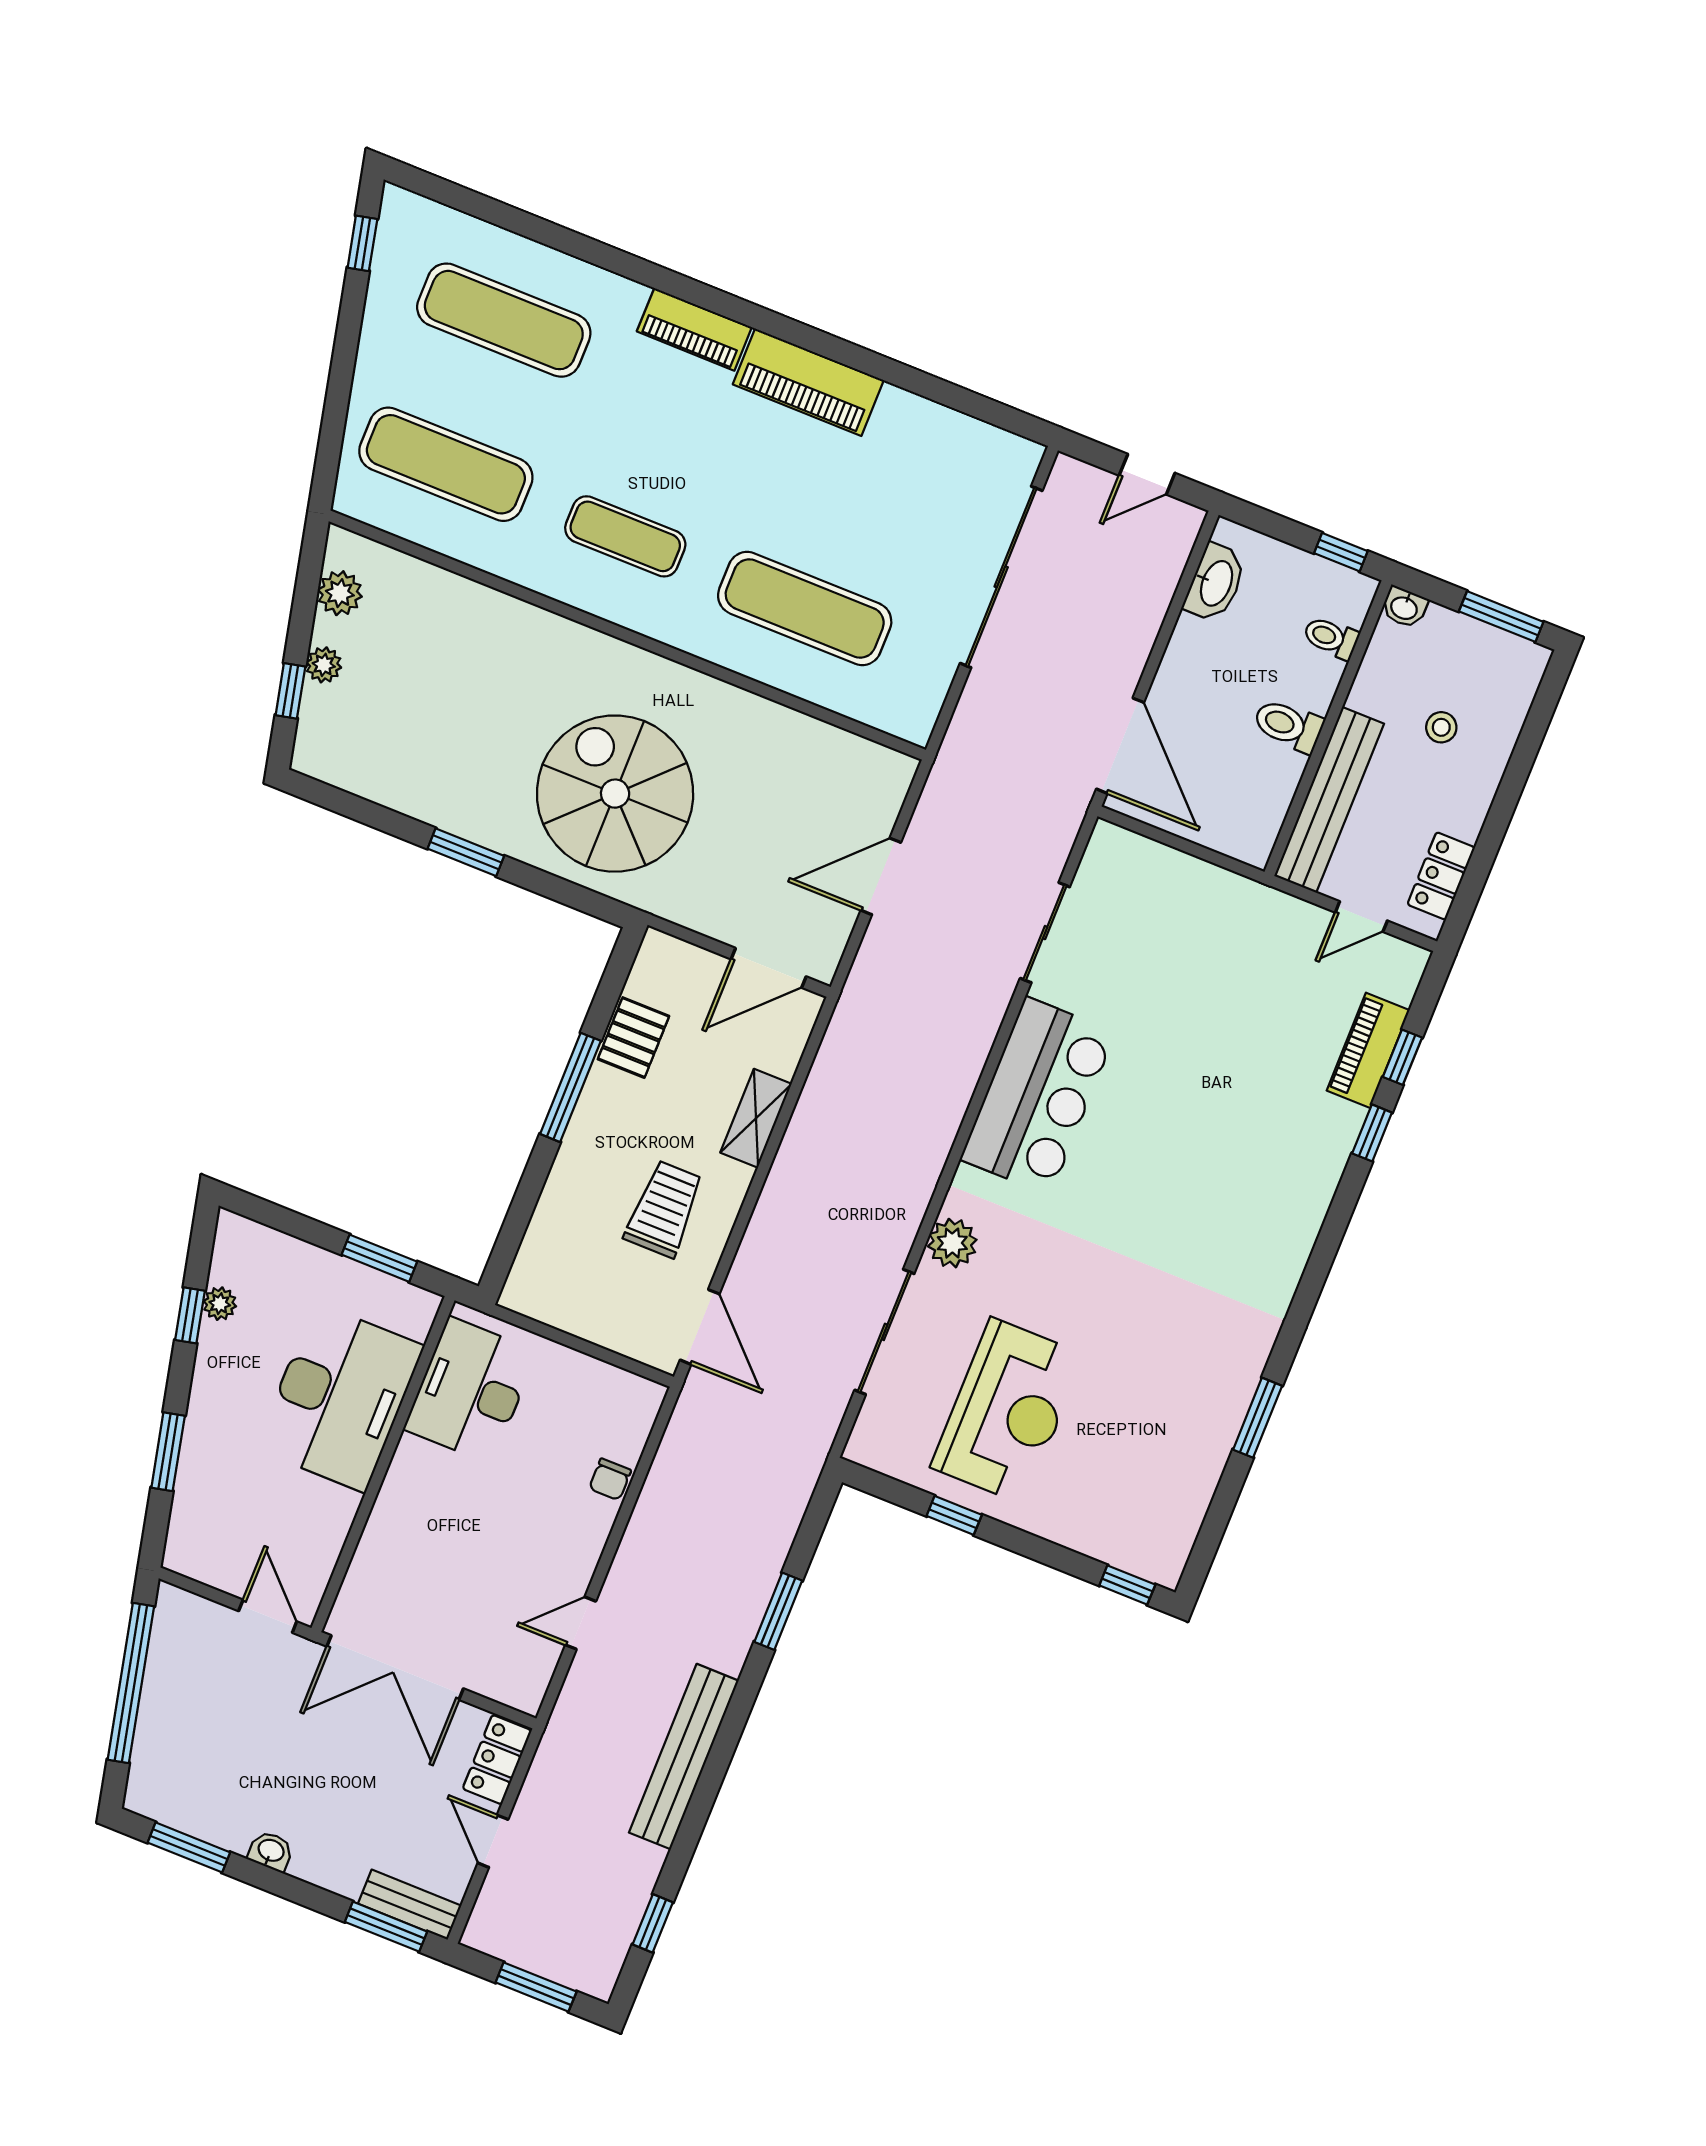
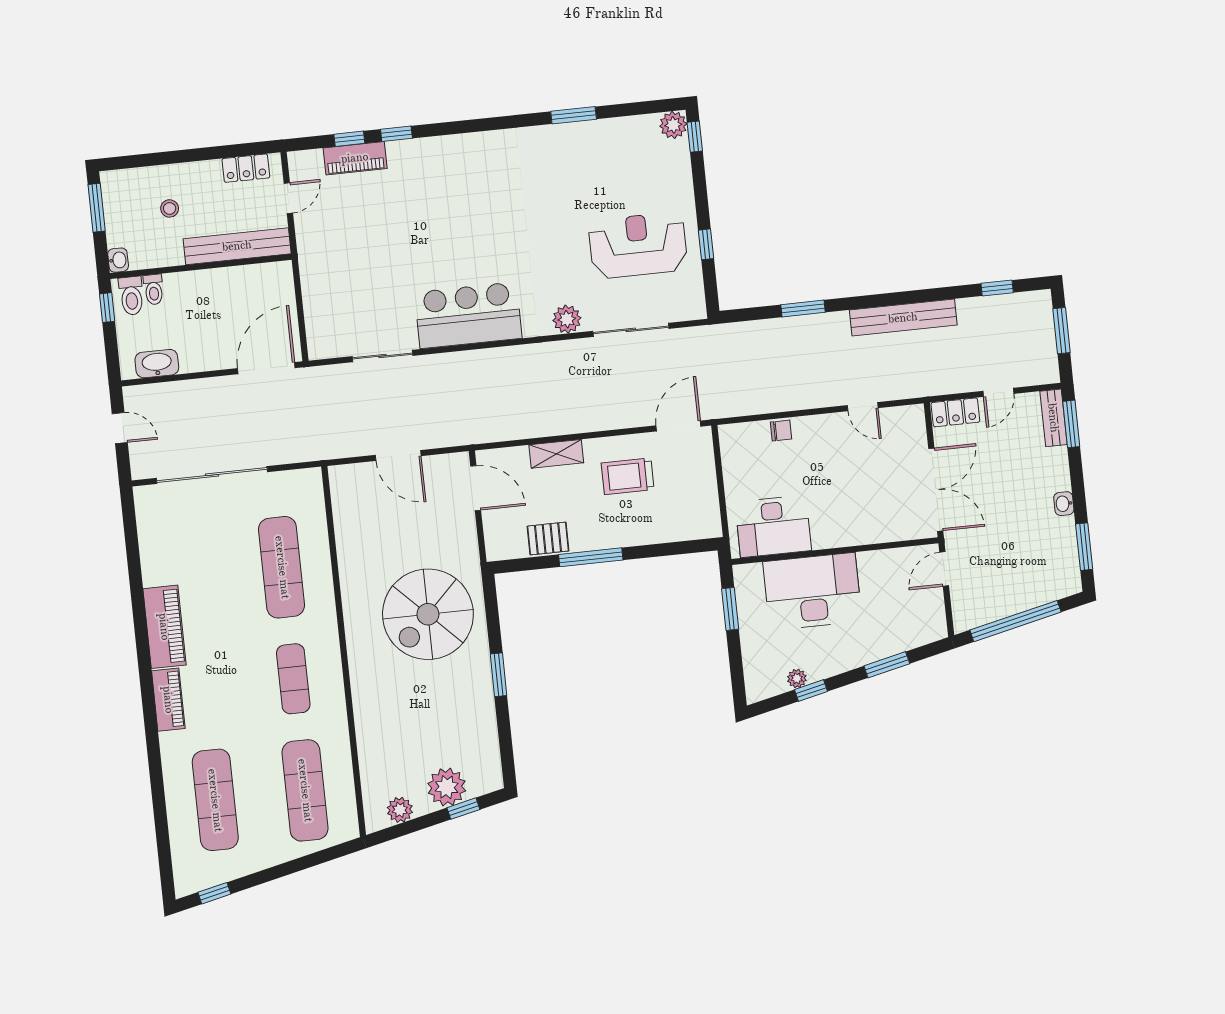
plant: (324, 665) -> (447, 787), width x1.88, depth x1.88
toilet: (1288, 725) -> (131, 296), moved
door: (1361, 917) -> (288, 198), hinge flipped
plant: (1162, 1562) -> (673, 125), added

